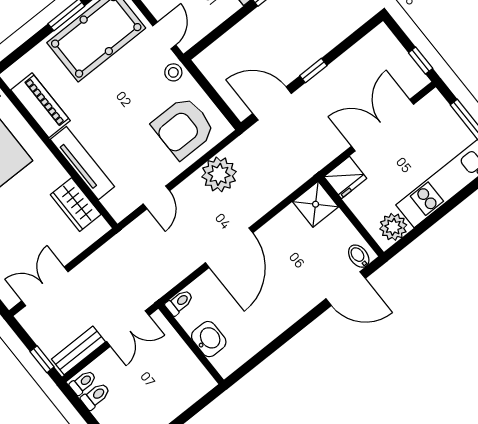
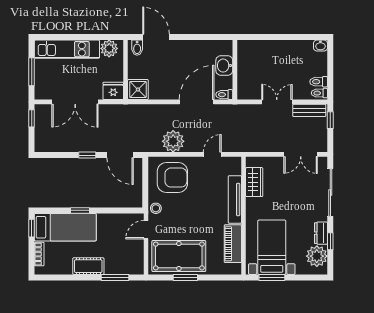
toilet: (179, 302) -> (224, 95), moved
washbasin: (209, 339) -> (224, 66), moved
wall: (191, 344) -> (235, 70), moved

